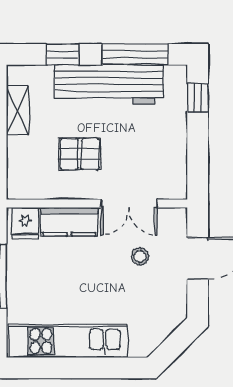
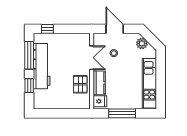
shelving: (17, 110) -> (53, 105), removed
pallet: (80, 154) -> (80, 84), moved
plant: (163, 323) -> (142, 43), added

